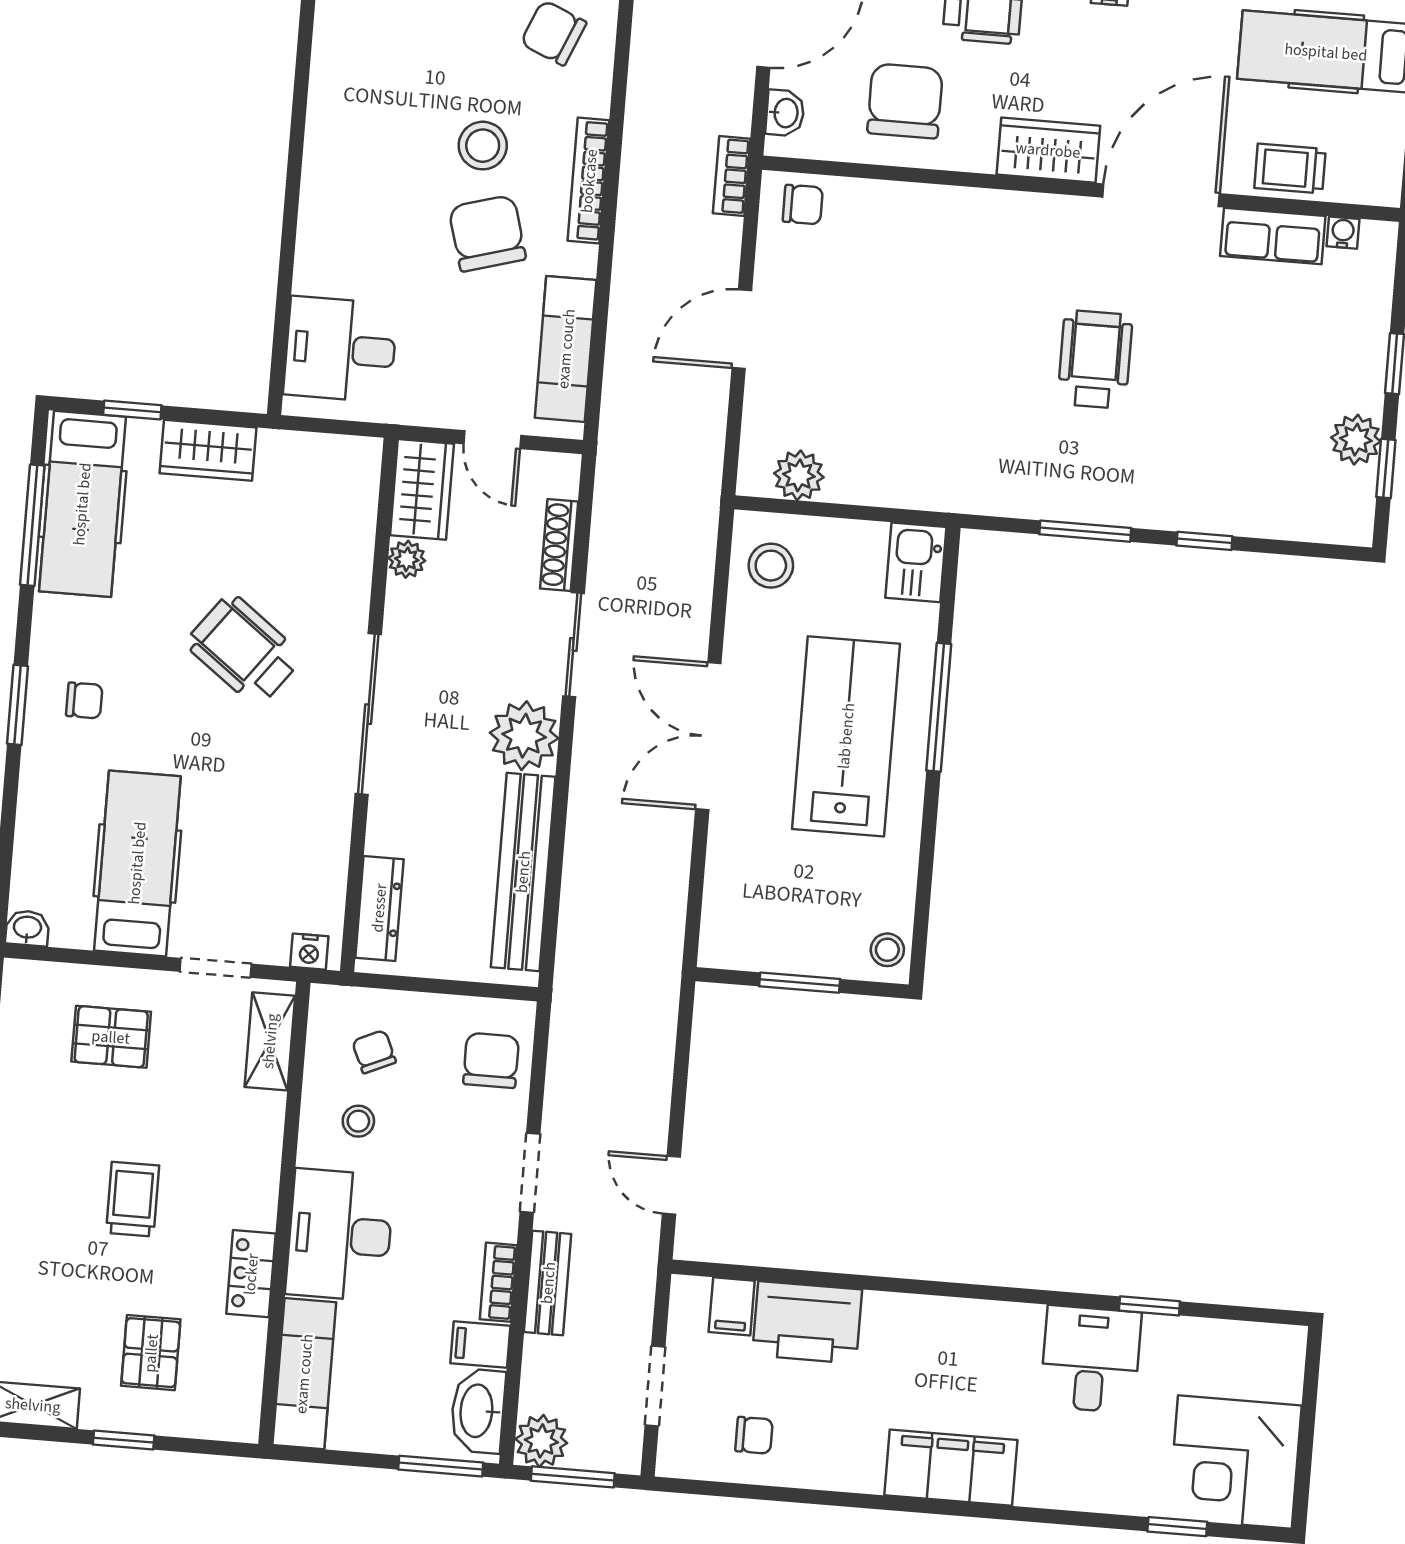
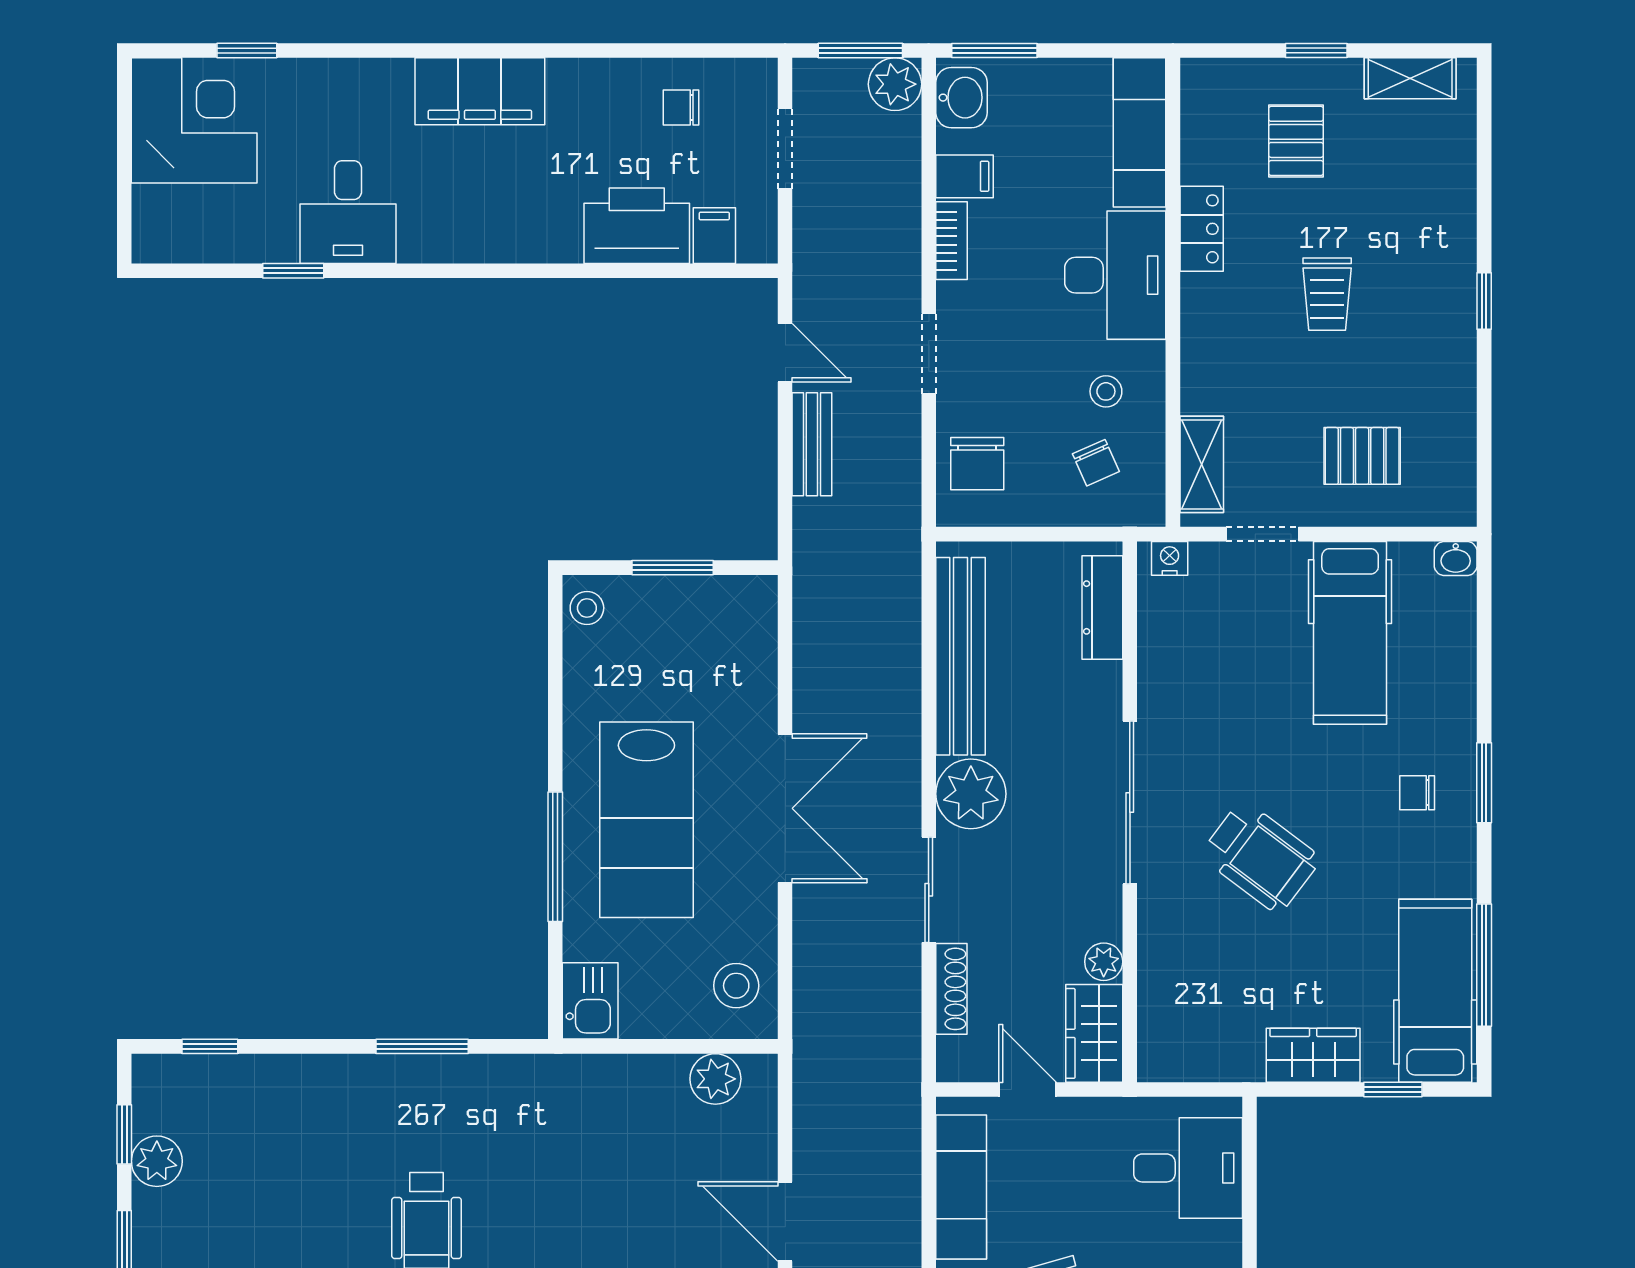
door: (742, 329) -> (785, 1222), swing flipped
window: (1204, 541) -> (210, 1046), moved
bench: (548, 1283) -> (812, 444), moved
washbasin: (478, 1411) -> (961, 98), width x0.72

